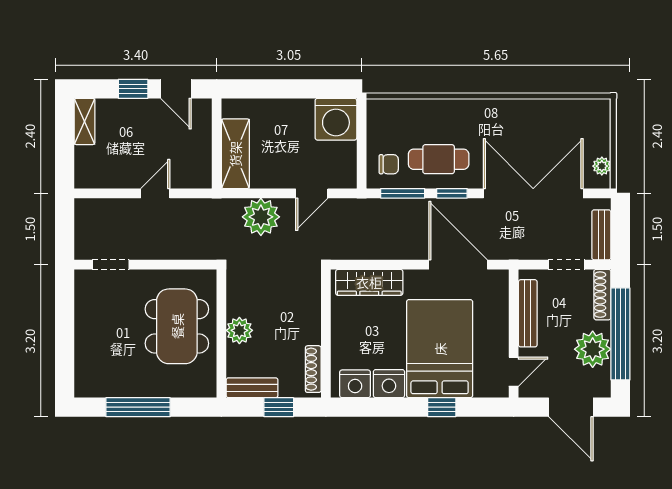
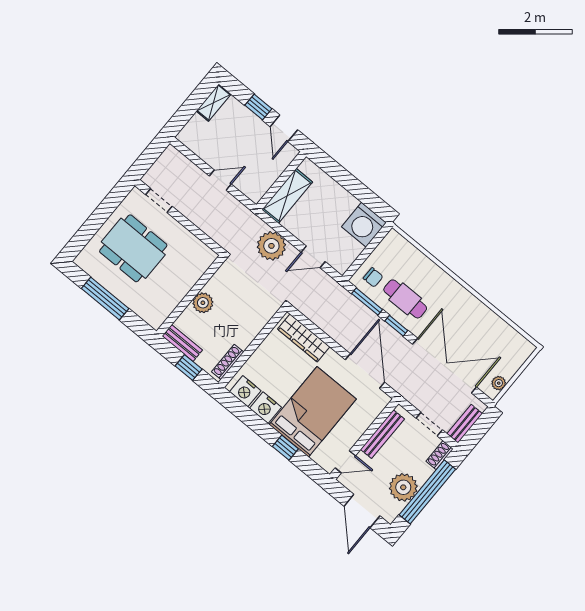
shoe rack: (602, 295) -> (440, 455), width x0.70
dining table: (177, 326) -> (133, 248), moved, turned 90

